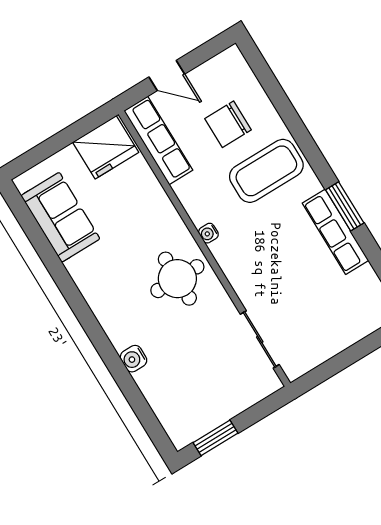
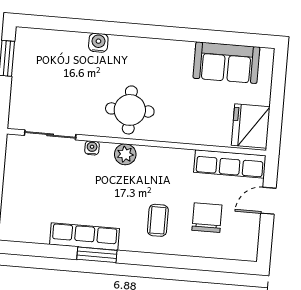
coffee table: (266, 171) -> (158, 220), width x0.54, depth x0.58
water cooler: (208, 233) -> (92, 148), moved
plant: (225, 251) -> (125, 154), added

